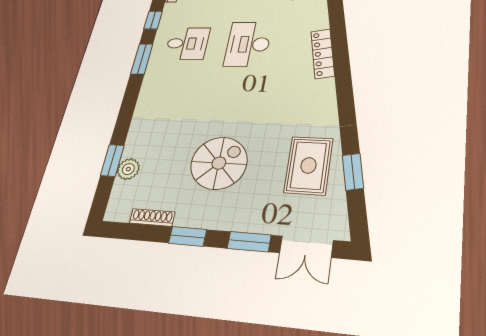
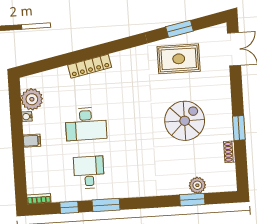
spiral stairs: (219, 163) -> (185, 121), turned 90
shoe rack: (152, 218) -> (230, 152), width x0.70
window: (249, 242) -> (236, 86), removed

